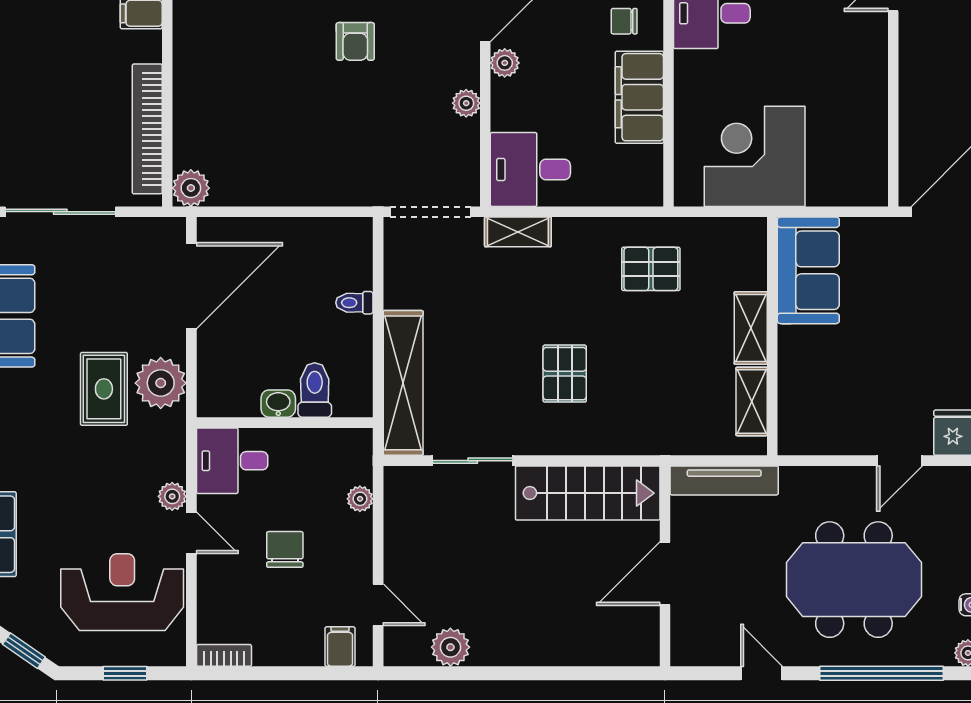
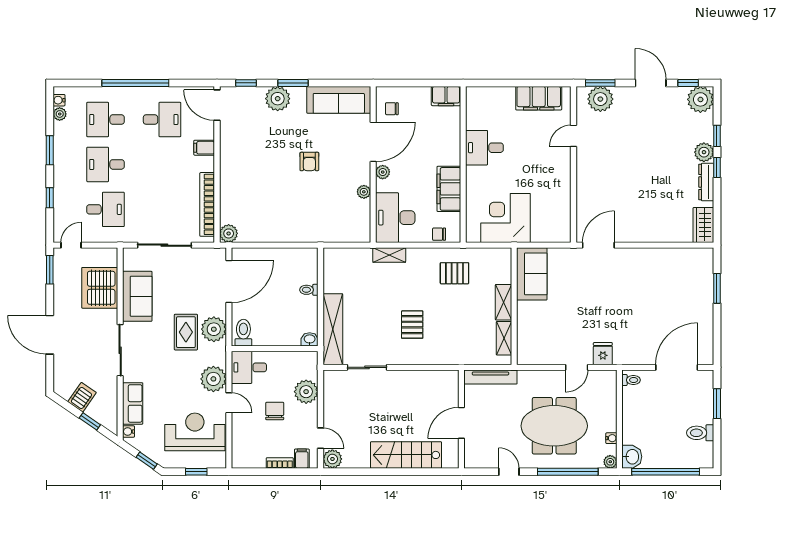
chair: (624, 21) -> (439, 234), moved
desk: (530, 169) -> (395, 218), width x1.37
doorway: (430, 212) -> (346, 245), removed
toilet: (315, 390) -> (243, 333), moved
washbasin: (278, 404) -> (310, 339), moved
stairs: (588, 493) -> (406, 455), moved, turned 180
plant: (172, 496) -> (213, 379), width x1.87, depth x1.87
plant: (360, 499) -> (306, 392), width x1.88, depth x1.88
plant: (450, 647) -> (332, 459), moved
bookcase: (224, 655) -> (280, 463), moved

